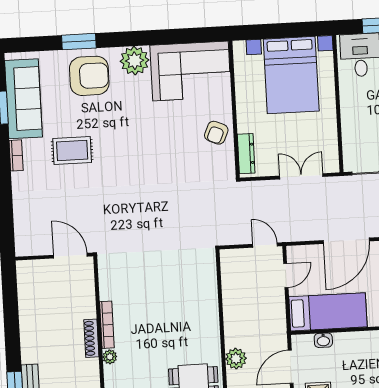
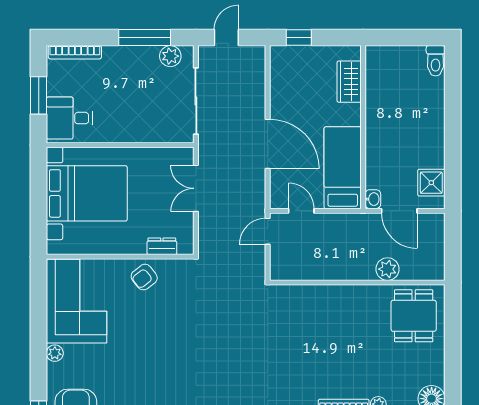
plant: (135, 61) -> (55, 353), width x0.53, depth x0.53
armchair: (216, 133) -> (144, 277), turned 118
dresser: (246, 154) -> (162, 246), width x0.70
washbasin: (323, 340) -> (373, 199), moved

